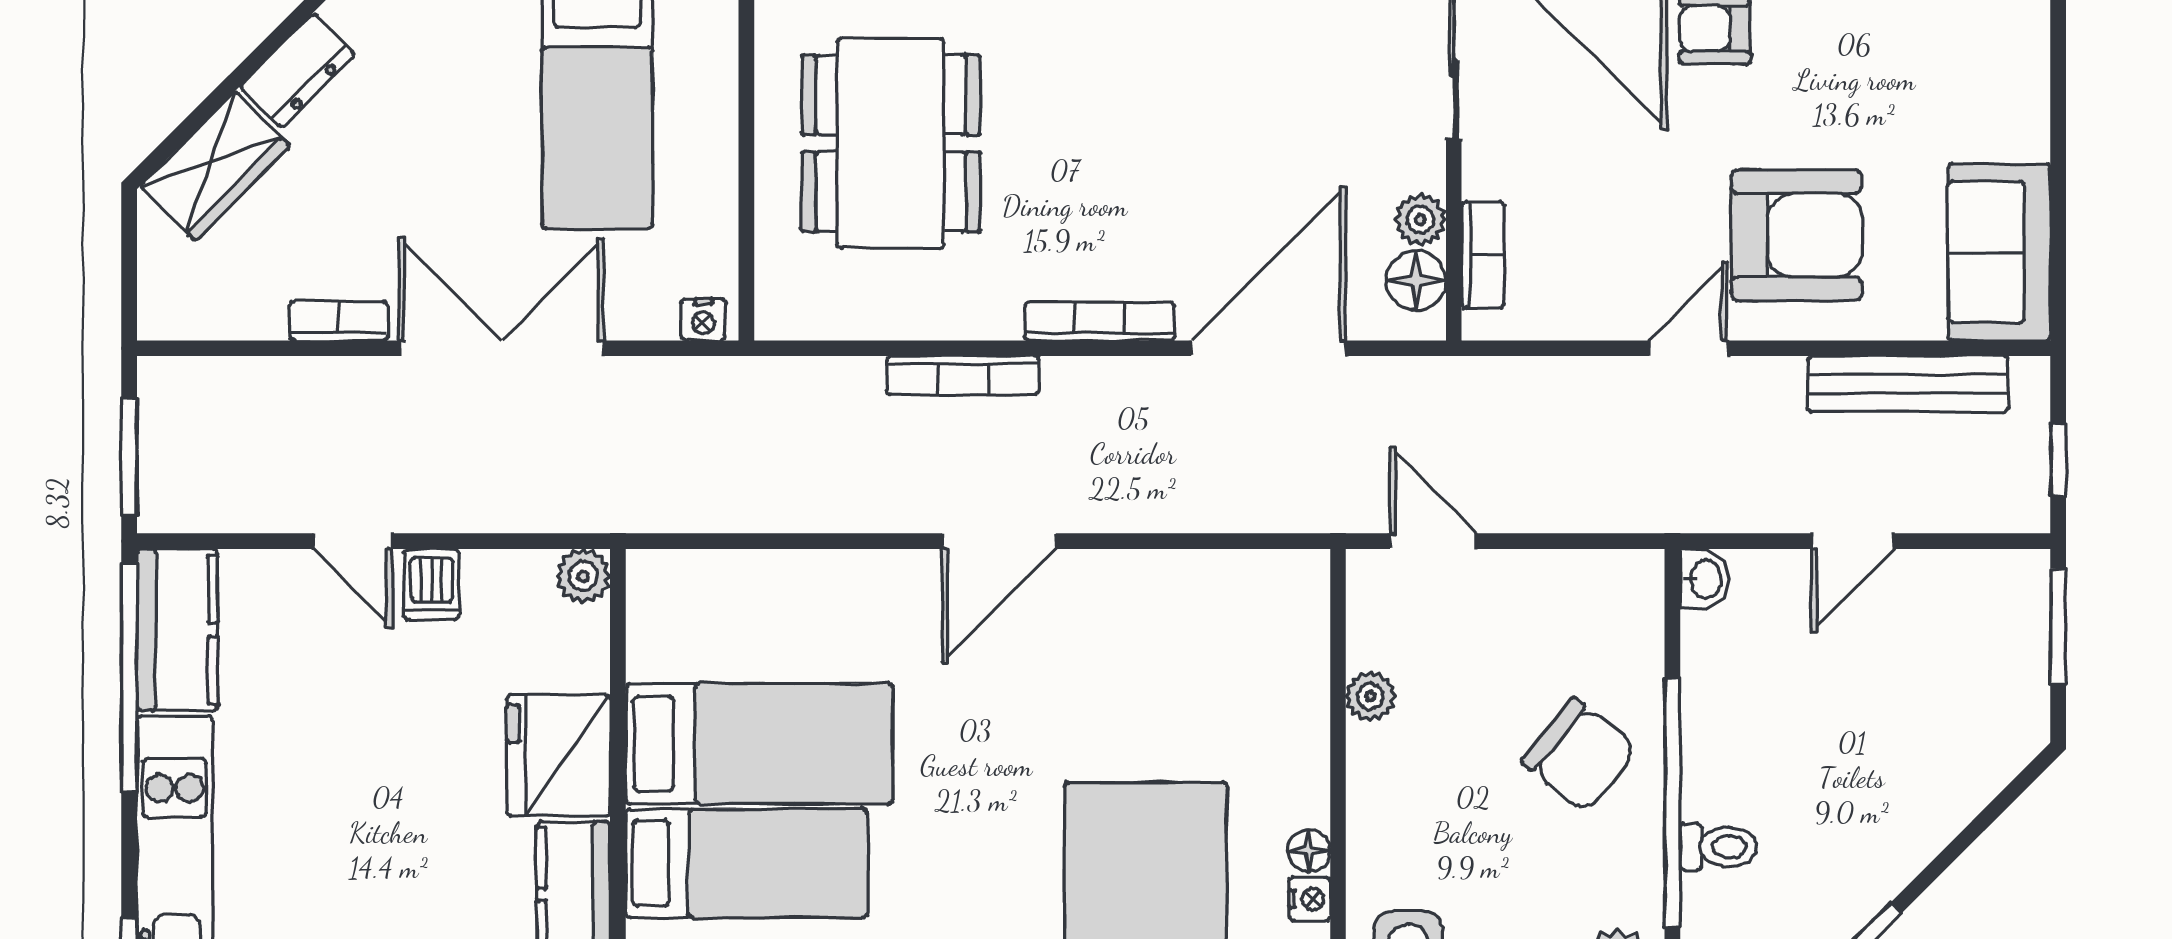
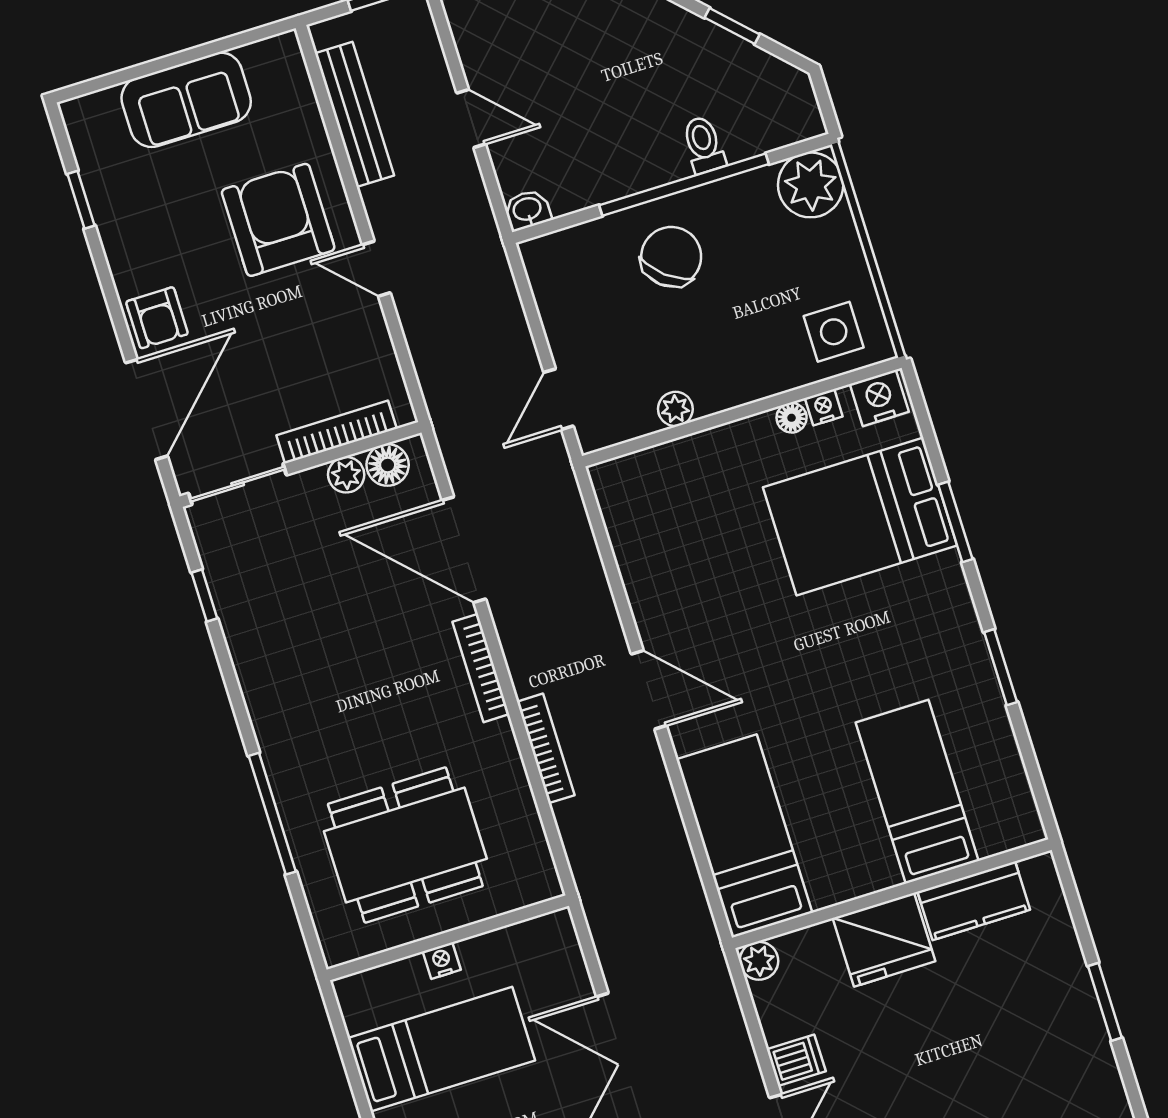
sofa: (1999, 252) -> (186, 100), moved
bookcase: (1483, 255) -> (337, 432), width x1.56
nightstand: (703, 320) -> (442, 961), moved, turned -90
bed: (759, 744) -> (744, 836), moved

